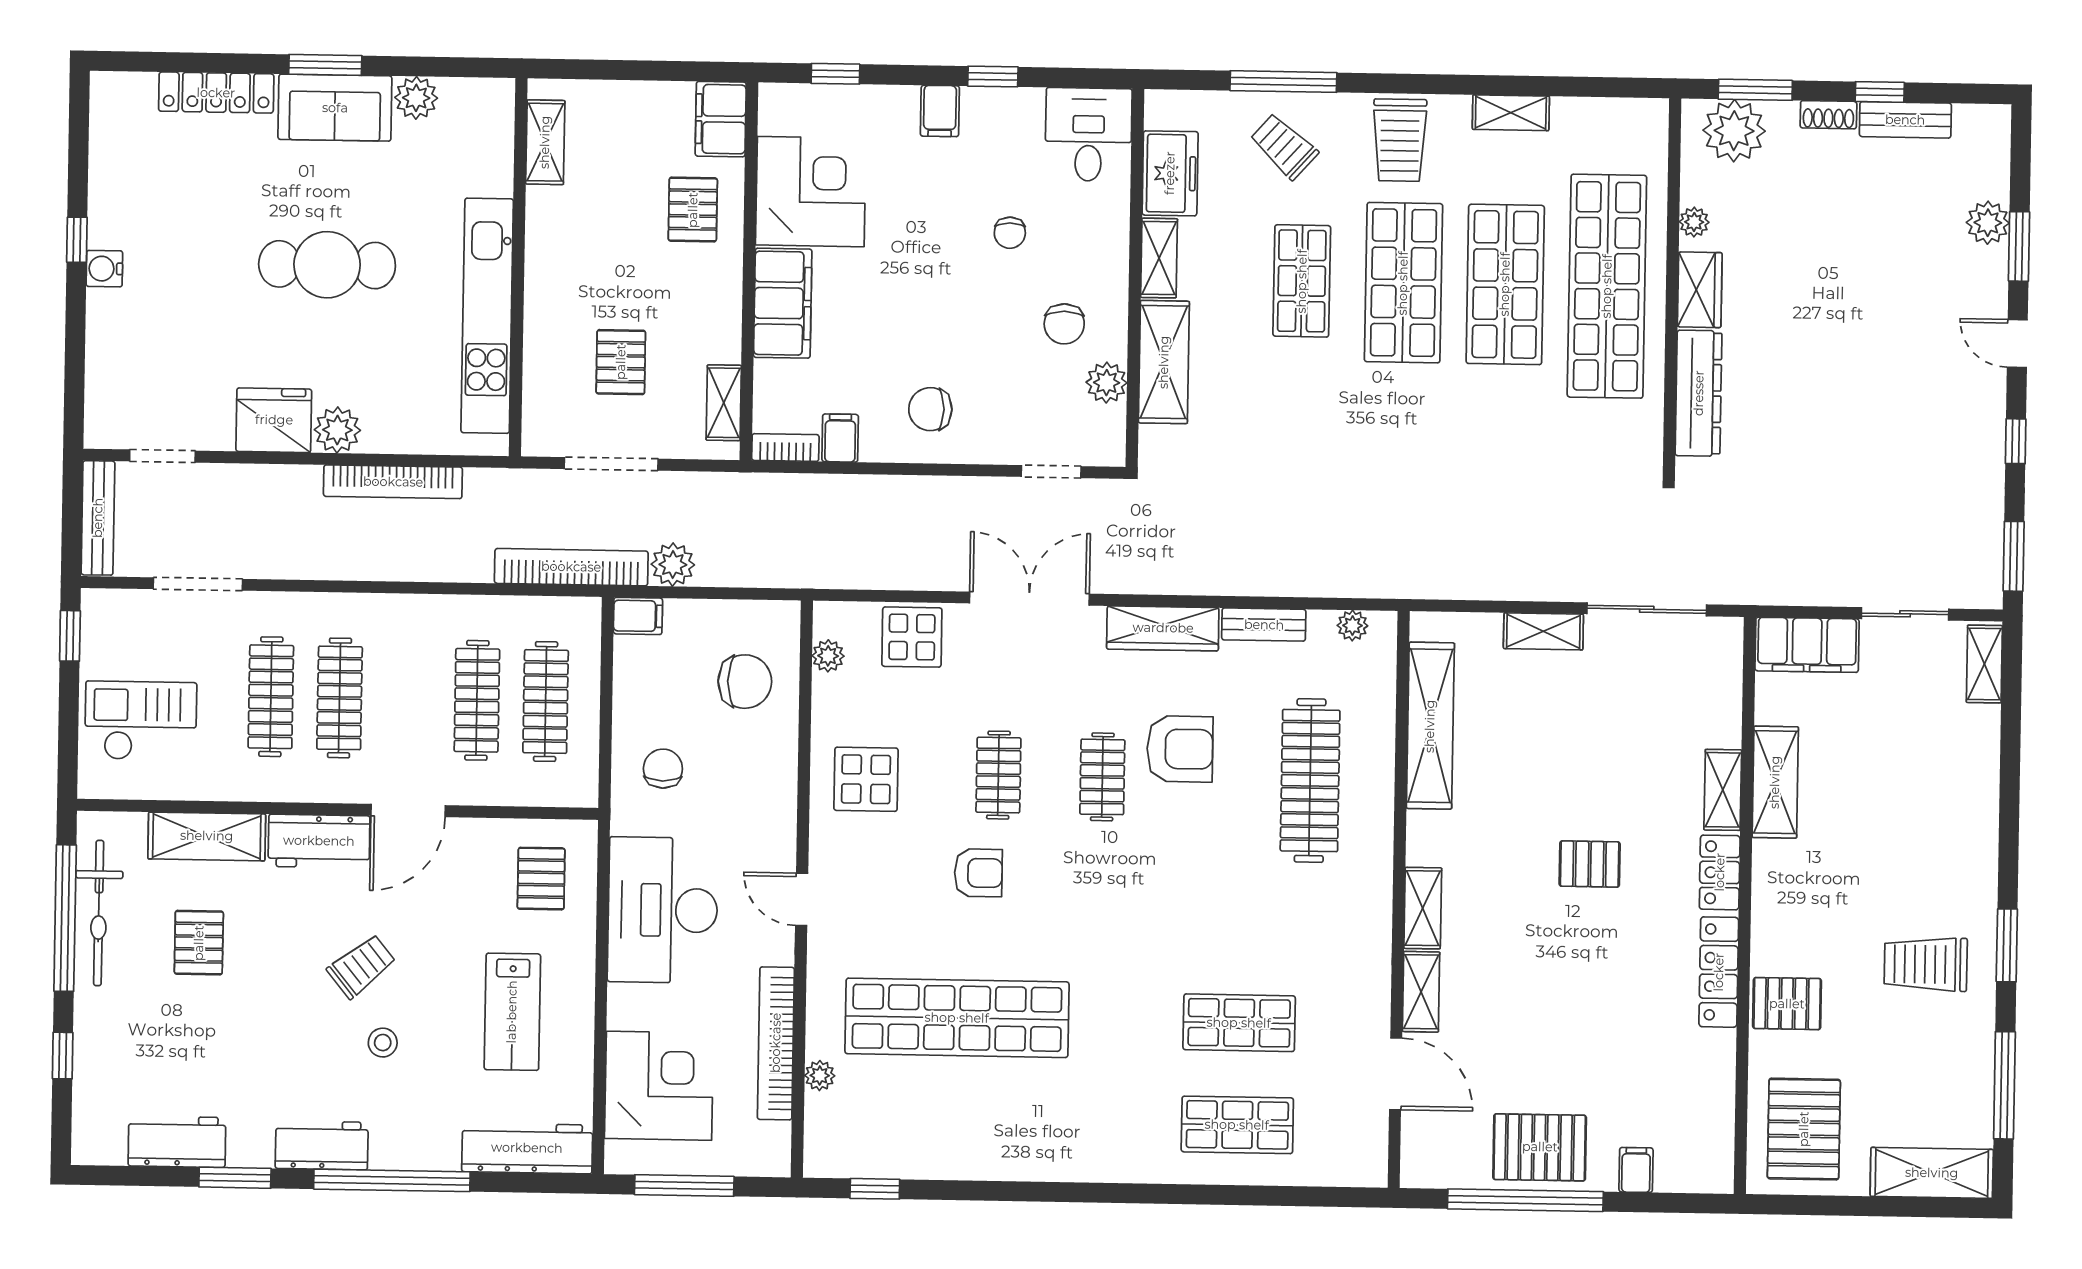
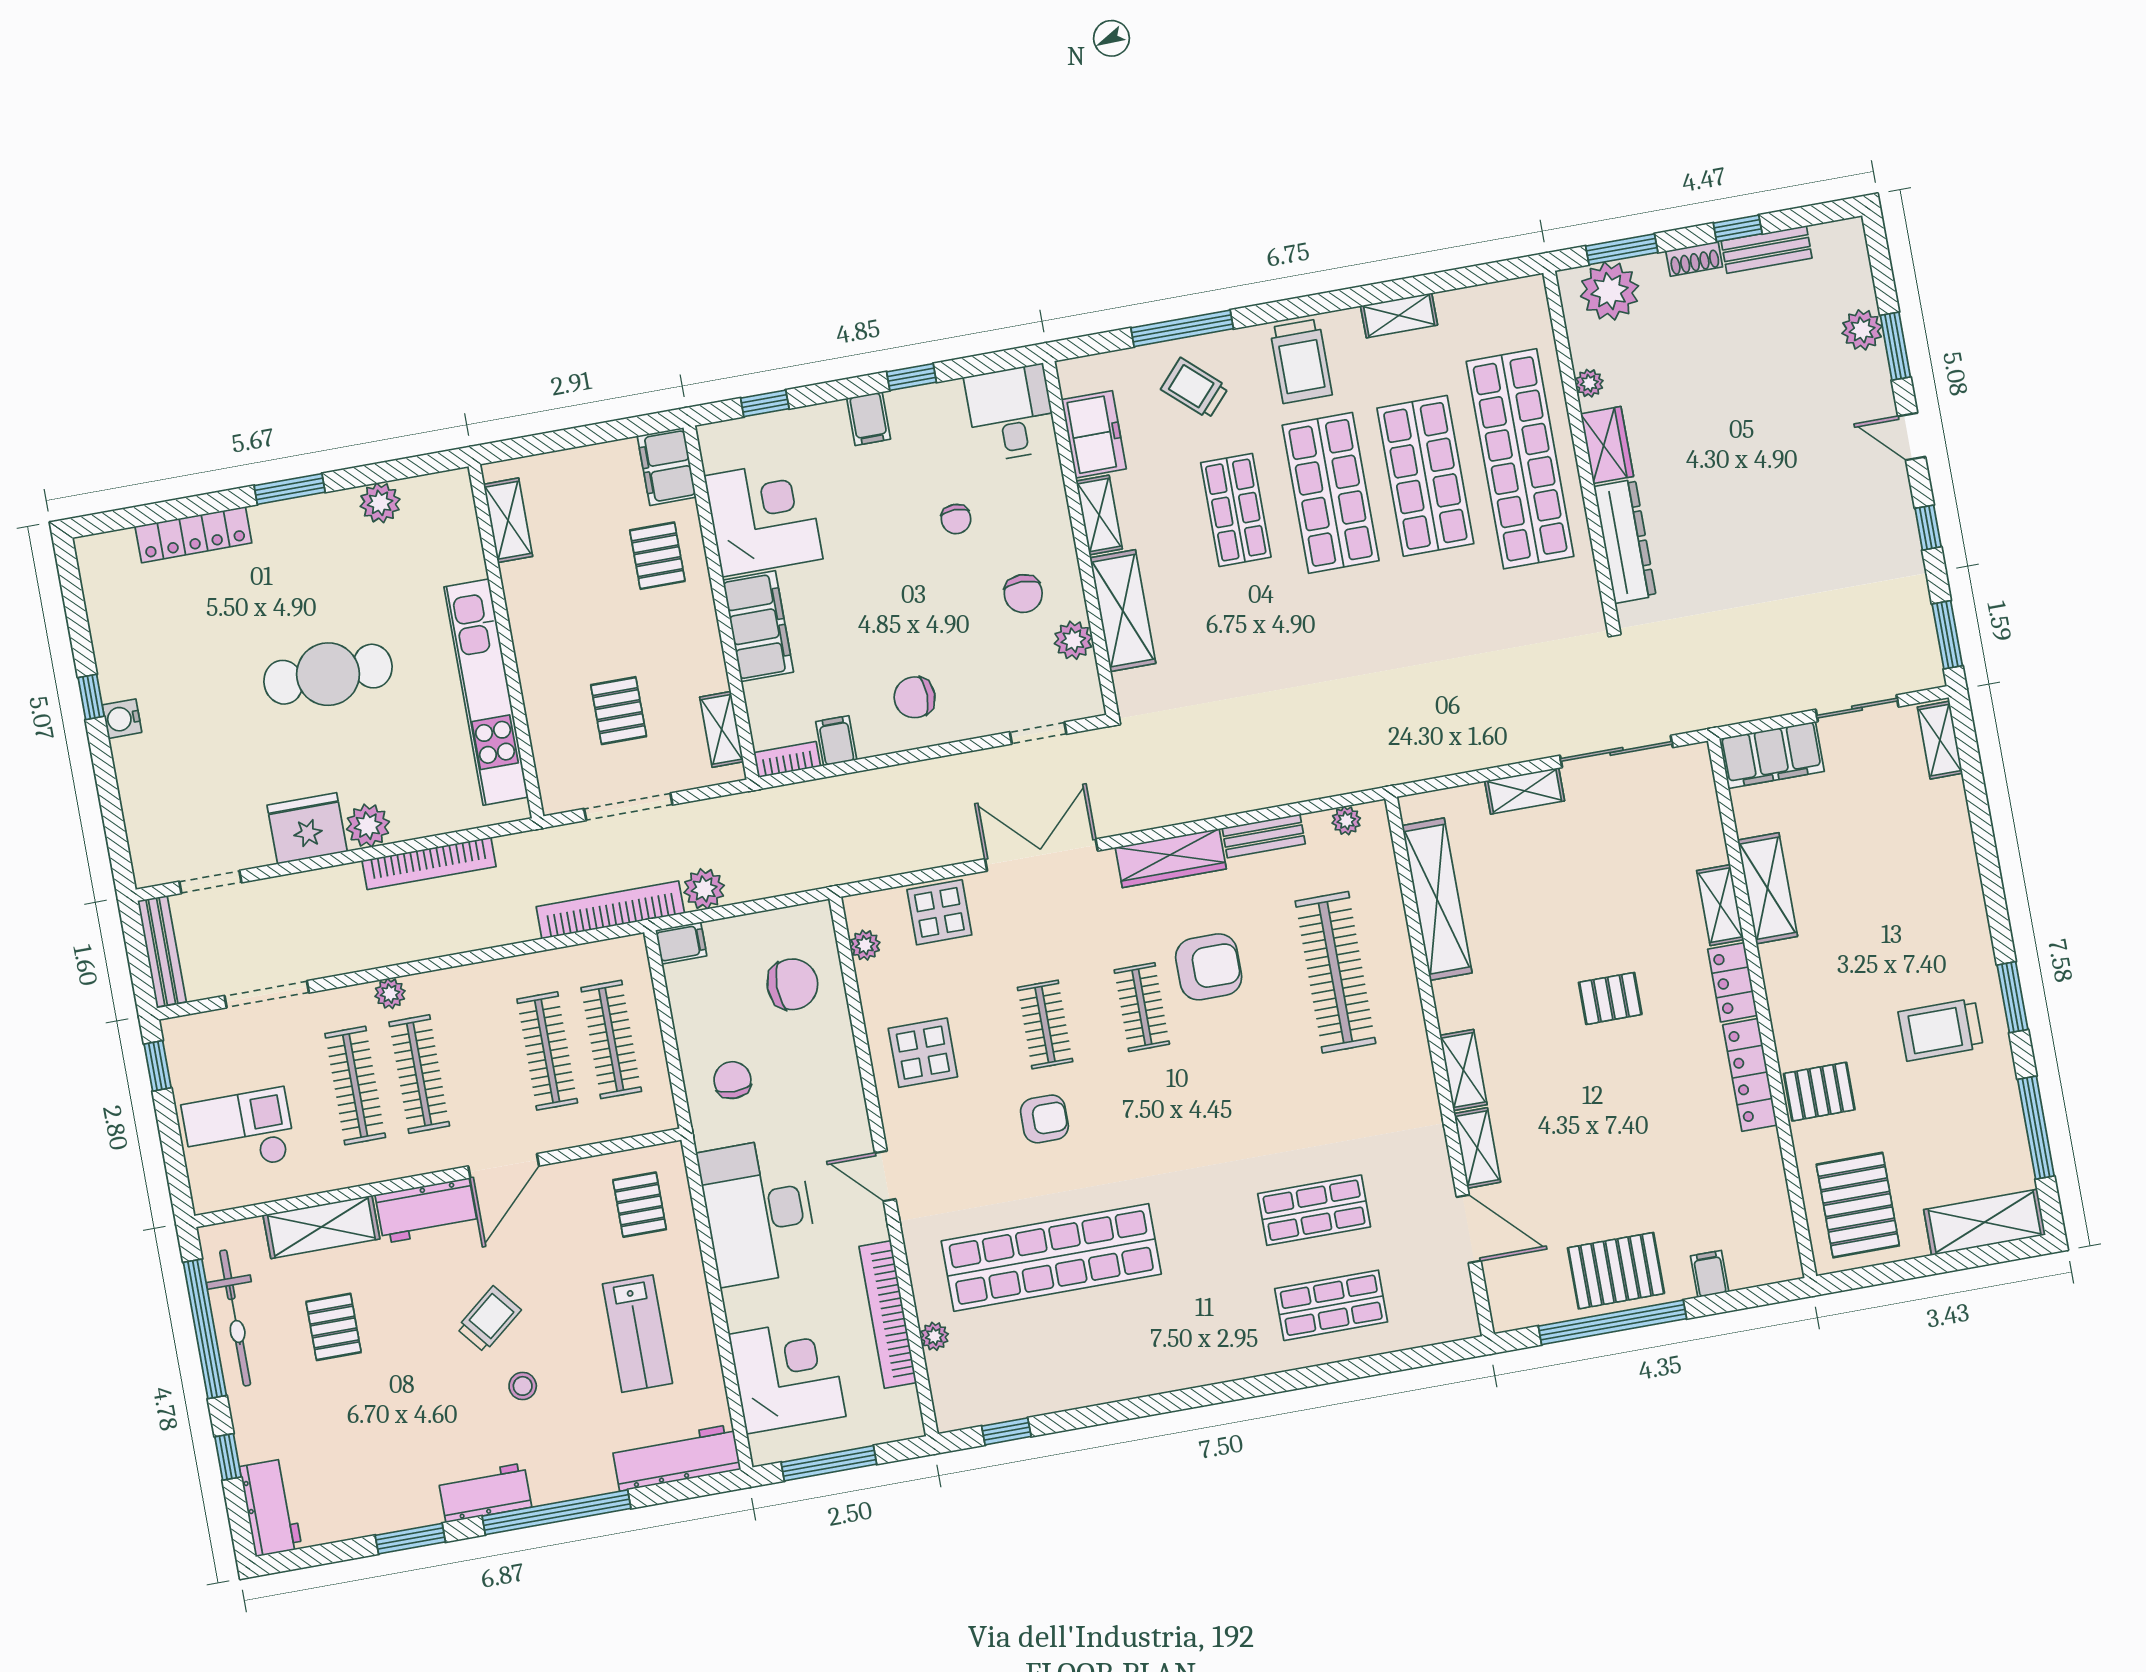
sofa: (335, 108) -> (306, 527), removed
plant: (326, 609) -> (390, 994), added
workbench: (177, 1142) -> (271, 1508), moved, turned 90

